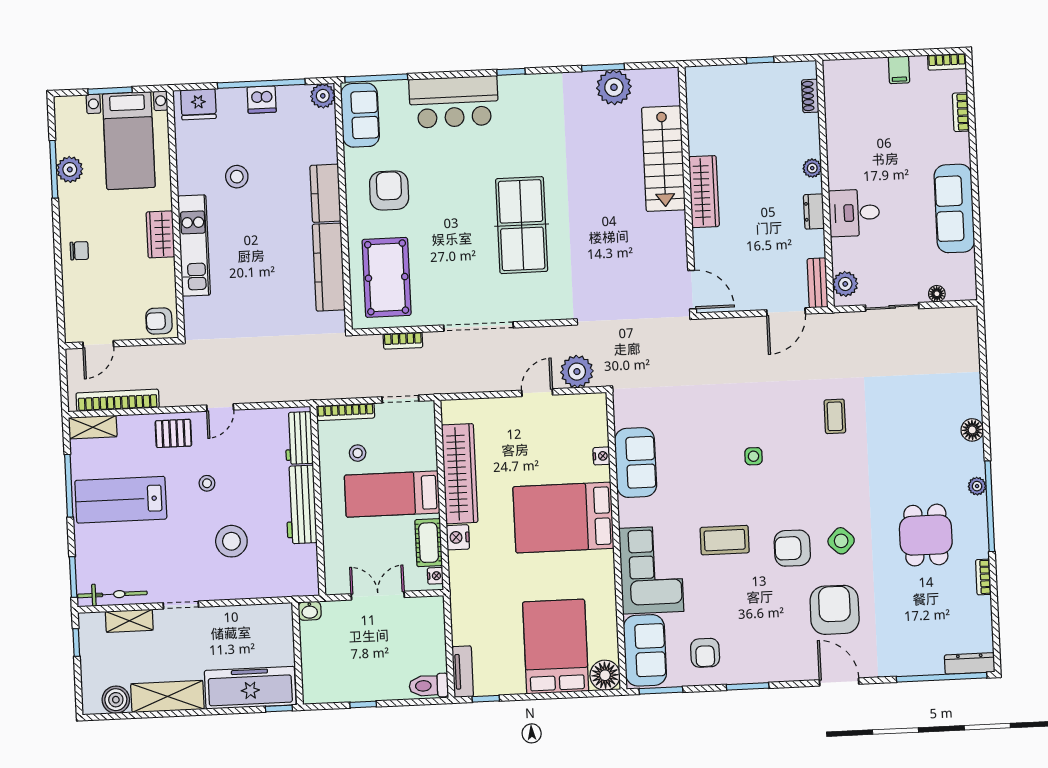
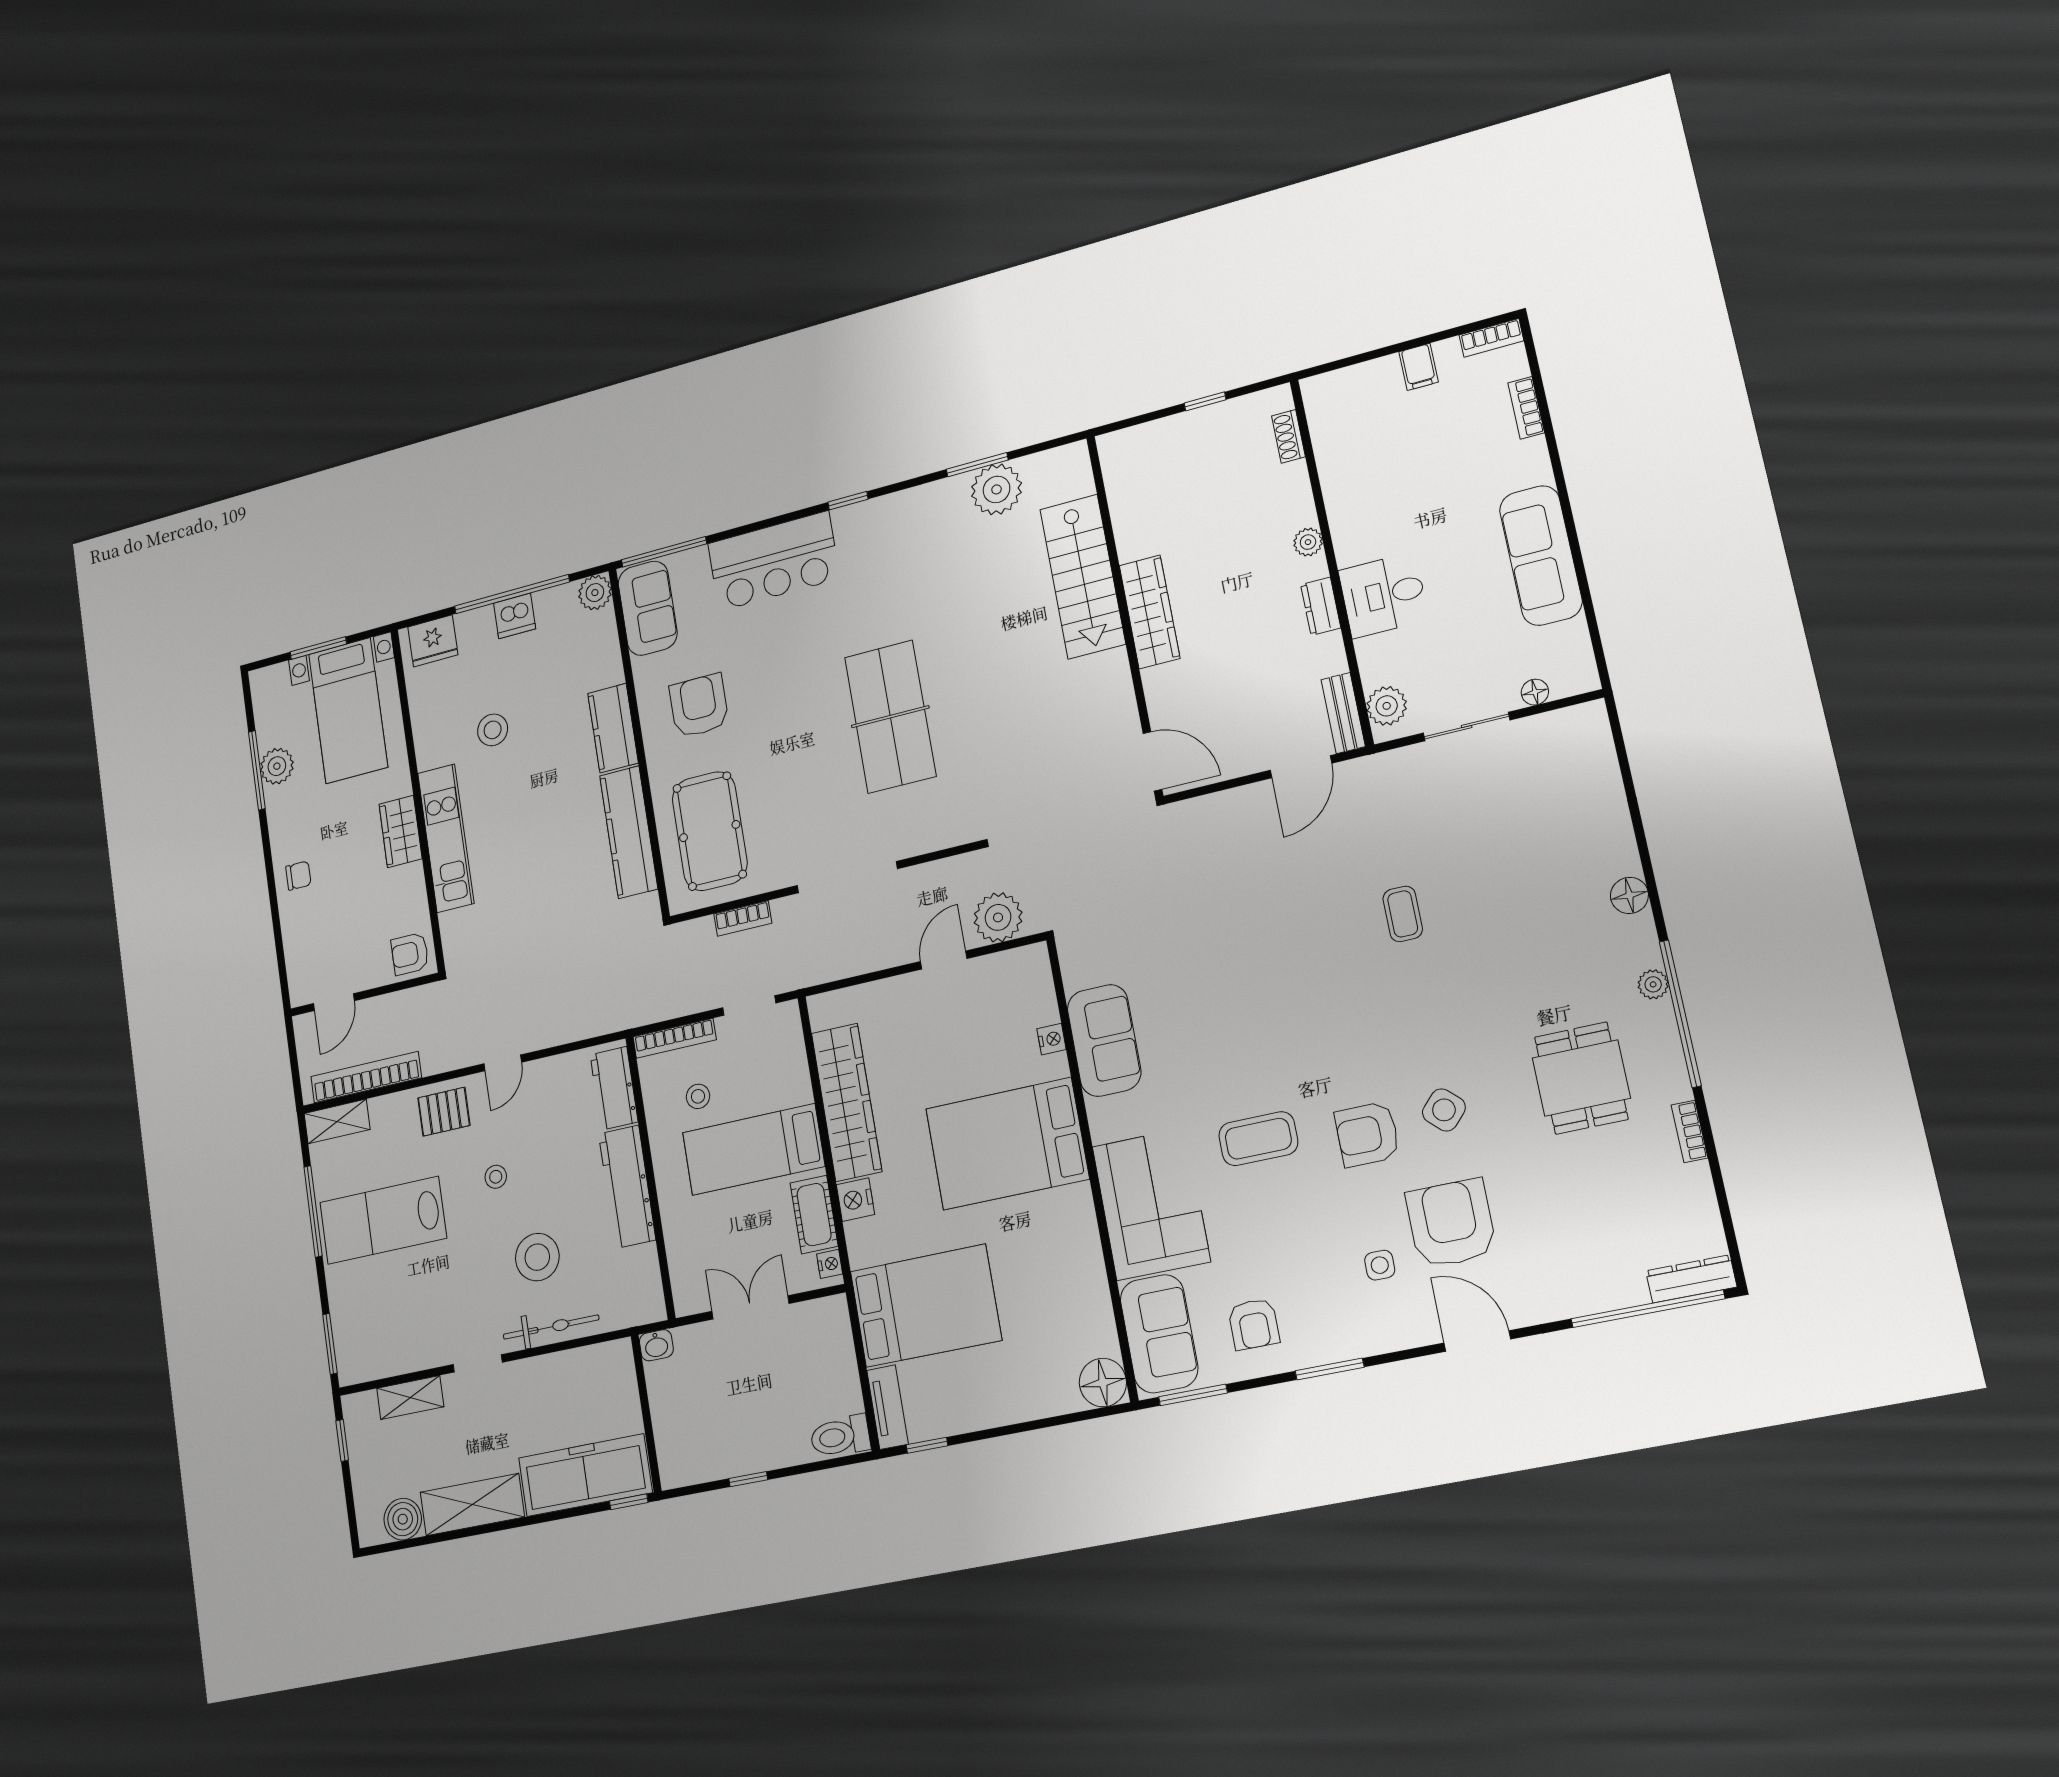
side table: (753, 456) -> (1380, 1265), moved
bicycle: (112, 594) -> (551, 1327), moved
bed: (556, 647) -> (926, 1306), moved, turned 90

